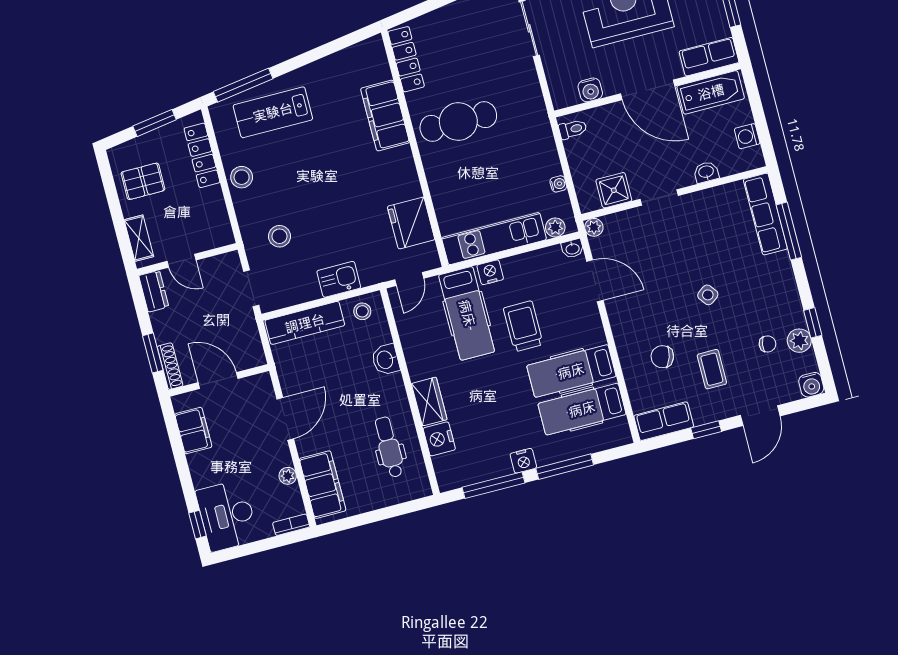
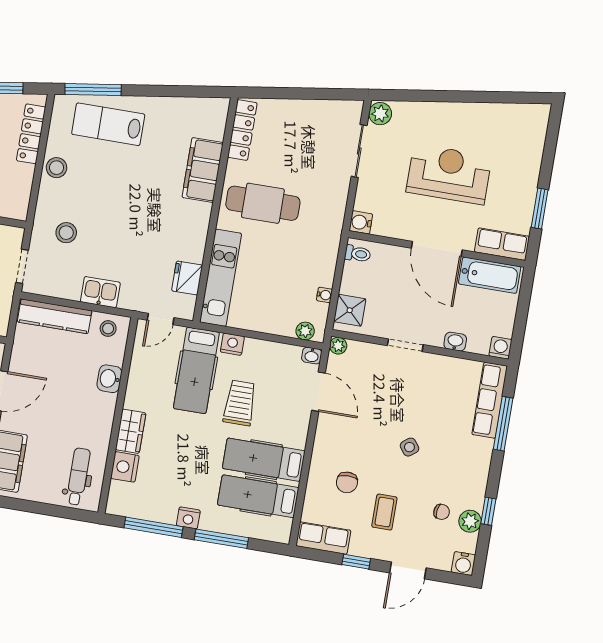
water cooler: (590, 90) -> (361, 222), moved, turned 90
washing machine: (747, 136) -> (500, 348), moved, turned 90
shower: (614, 190) -> (350, 310), moved
fridge: (411, 223) -> (187, 278), width x0.73, depth x0.75
kitchen unit: (494, 239) -> (221, 278), moved, turned 90
chair: (662, 357) -> (347, 482), turned -108
dental chair: (389, 447) -> (78, 477), moved

